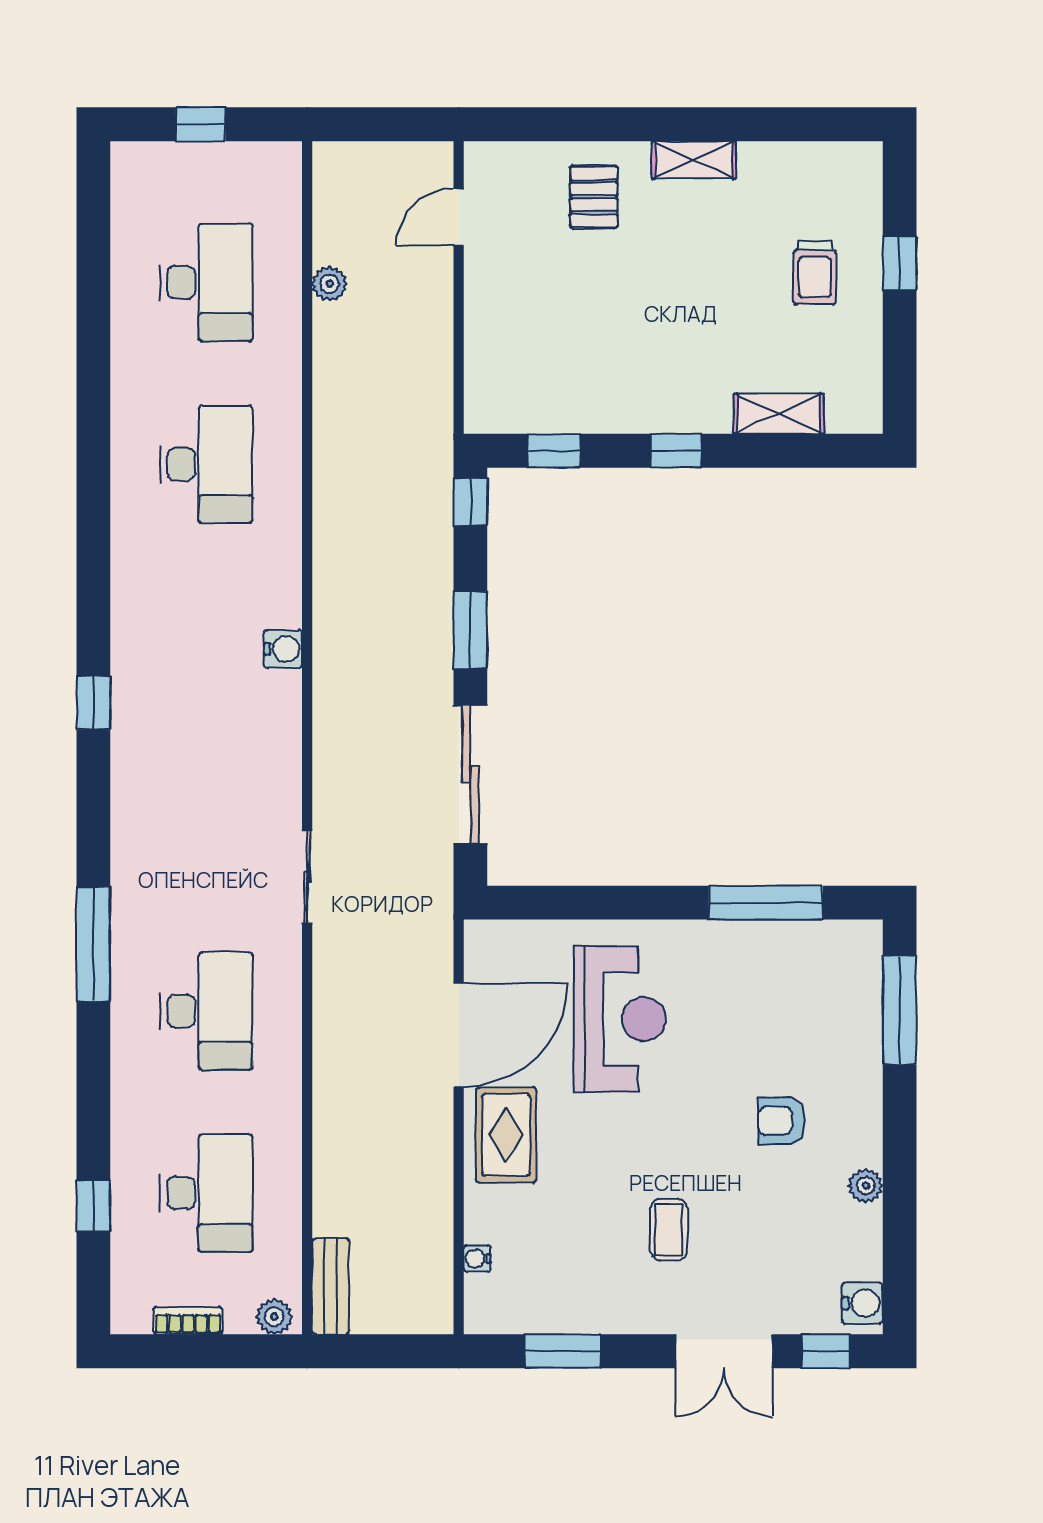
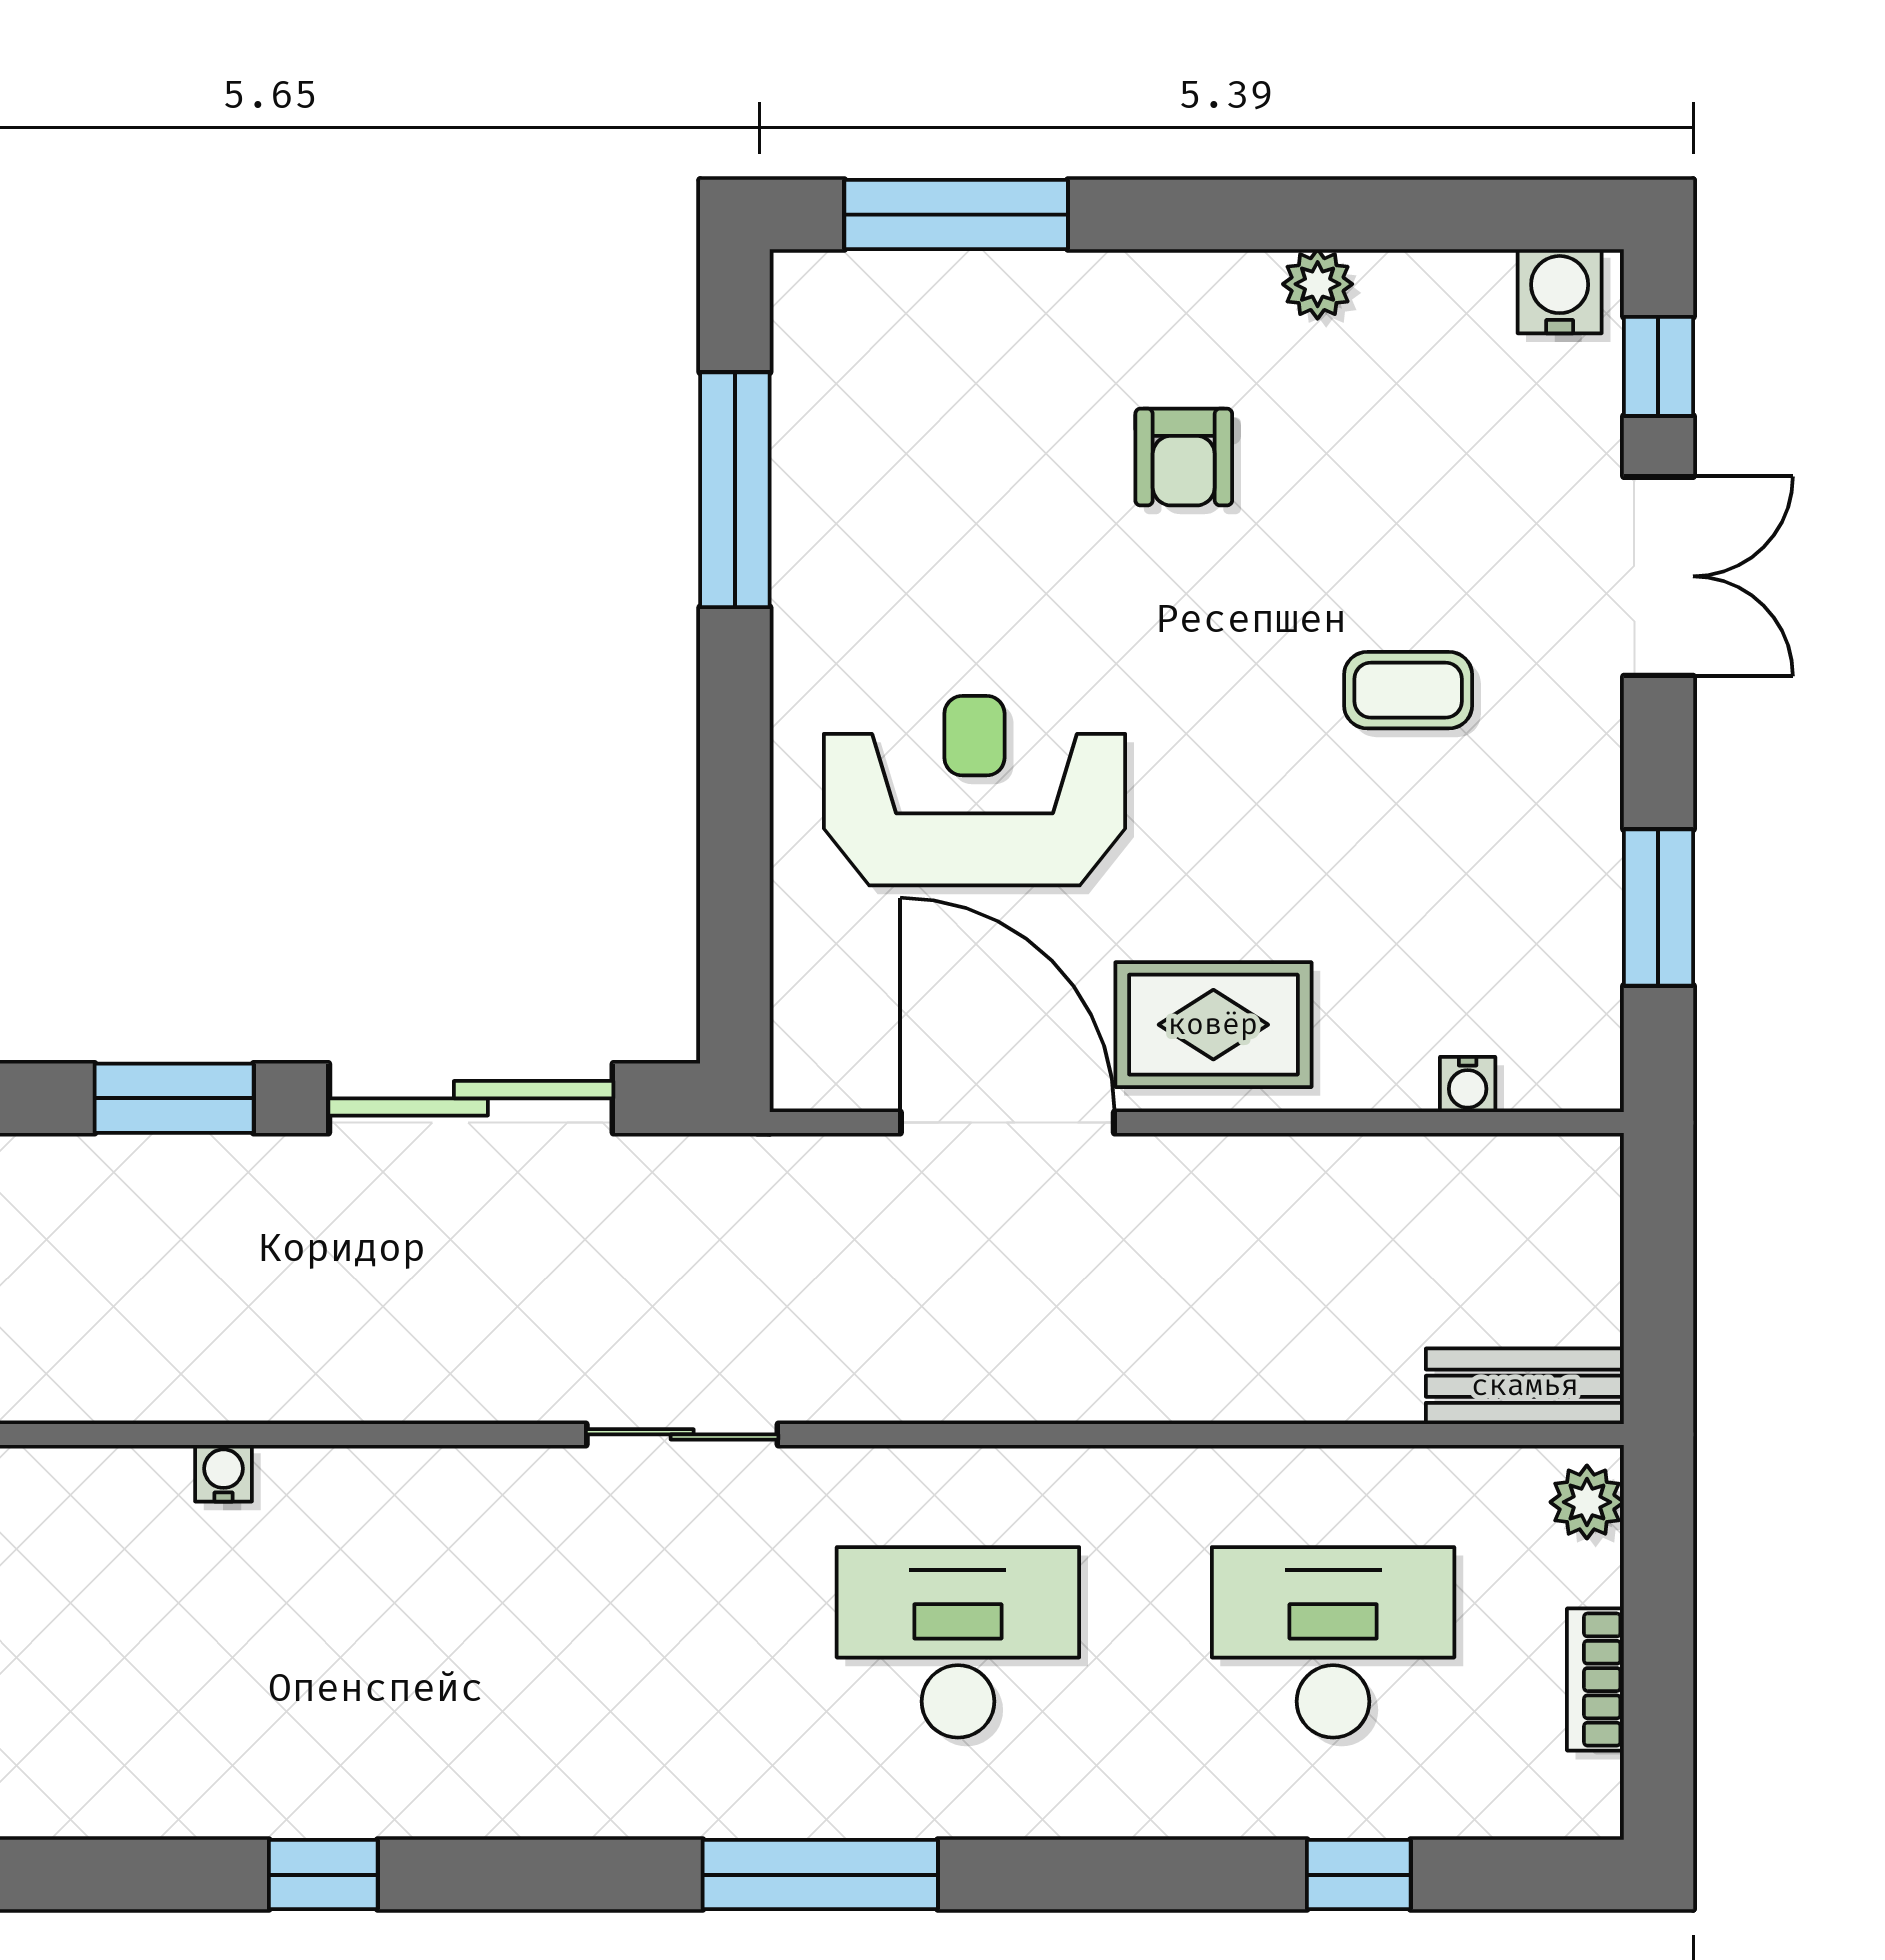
water cooler: (283, 649) -> (223, 1473), width x0.72, depth x0.72

